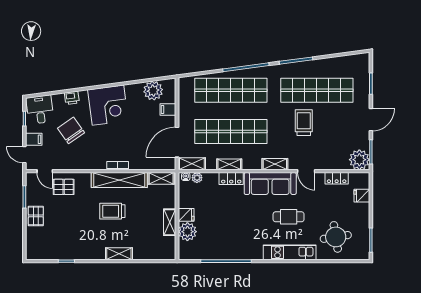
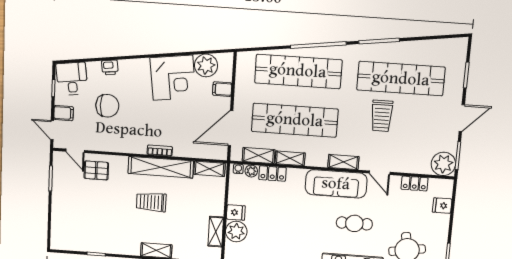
corner desk: (108, 105) -> (173, 78), moved
trolley: (304, 123) -> (382, 116), turned 180
chair: (71, 130) -> (107, 106), turned 125
shelving: (192, 164) -> (259, 155), moved
locker: (231, 179) -> (272, 174), moved
pallet: (36, 216) -> (63, 201), removed
shelving: (170, 222) -> (216, 232), moved

